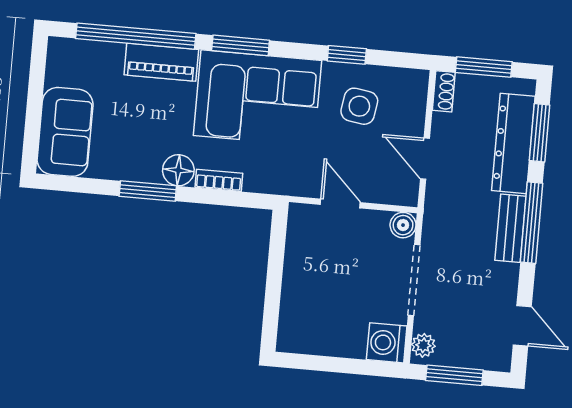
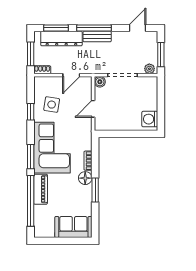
washing machine: (387, 343) -> (150, 119), moved, turned 90

